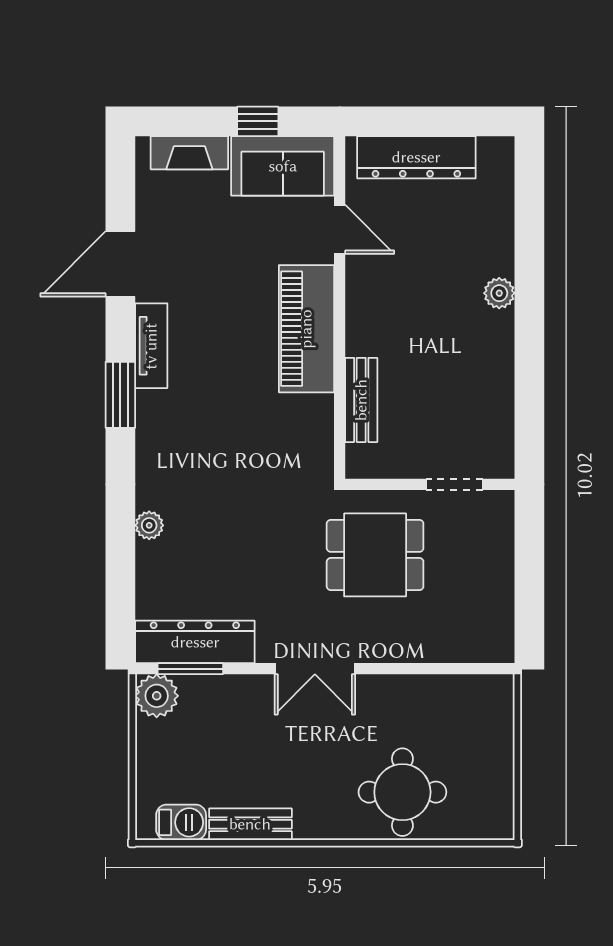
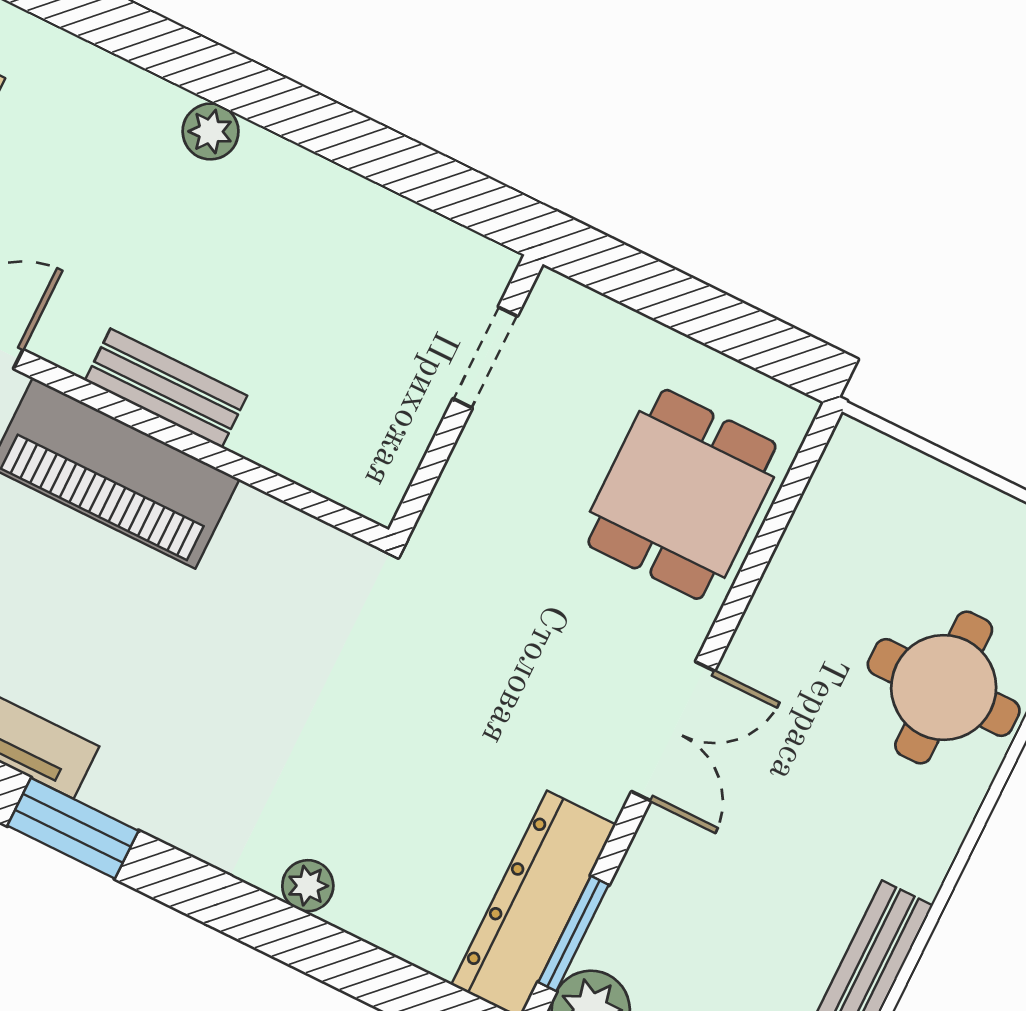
bench: (361, 400) -> (166, 388), moved
dining table: (375, 555) -> (682, 494), moved

